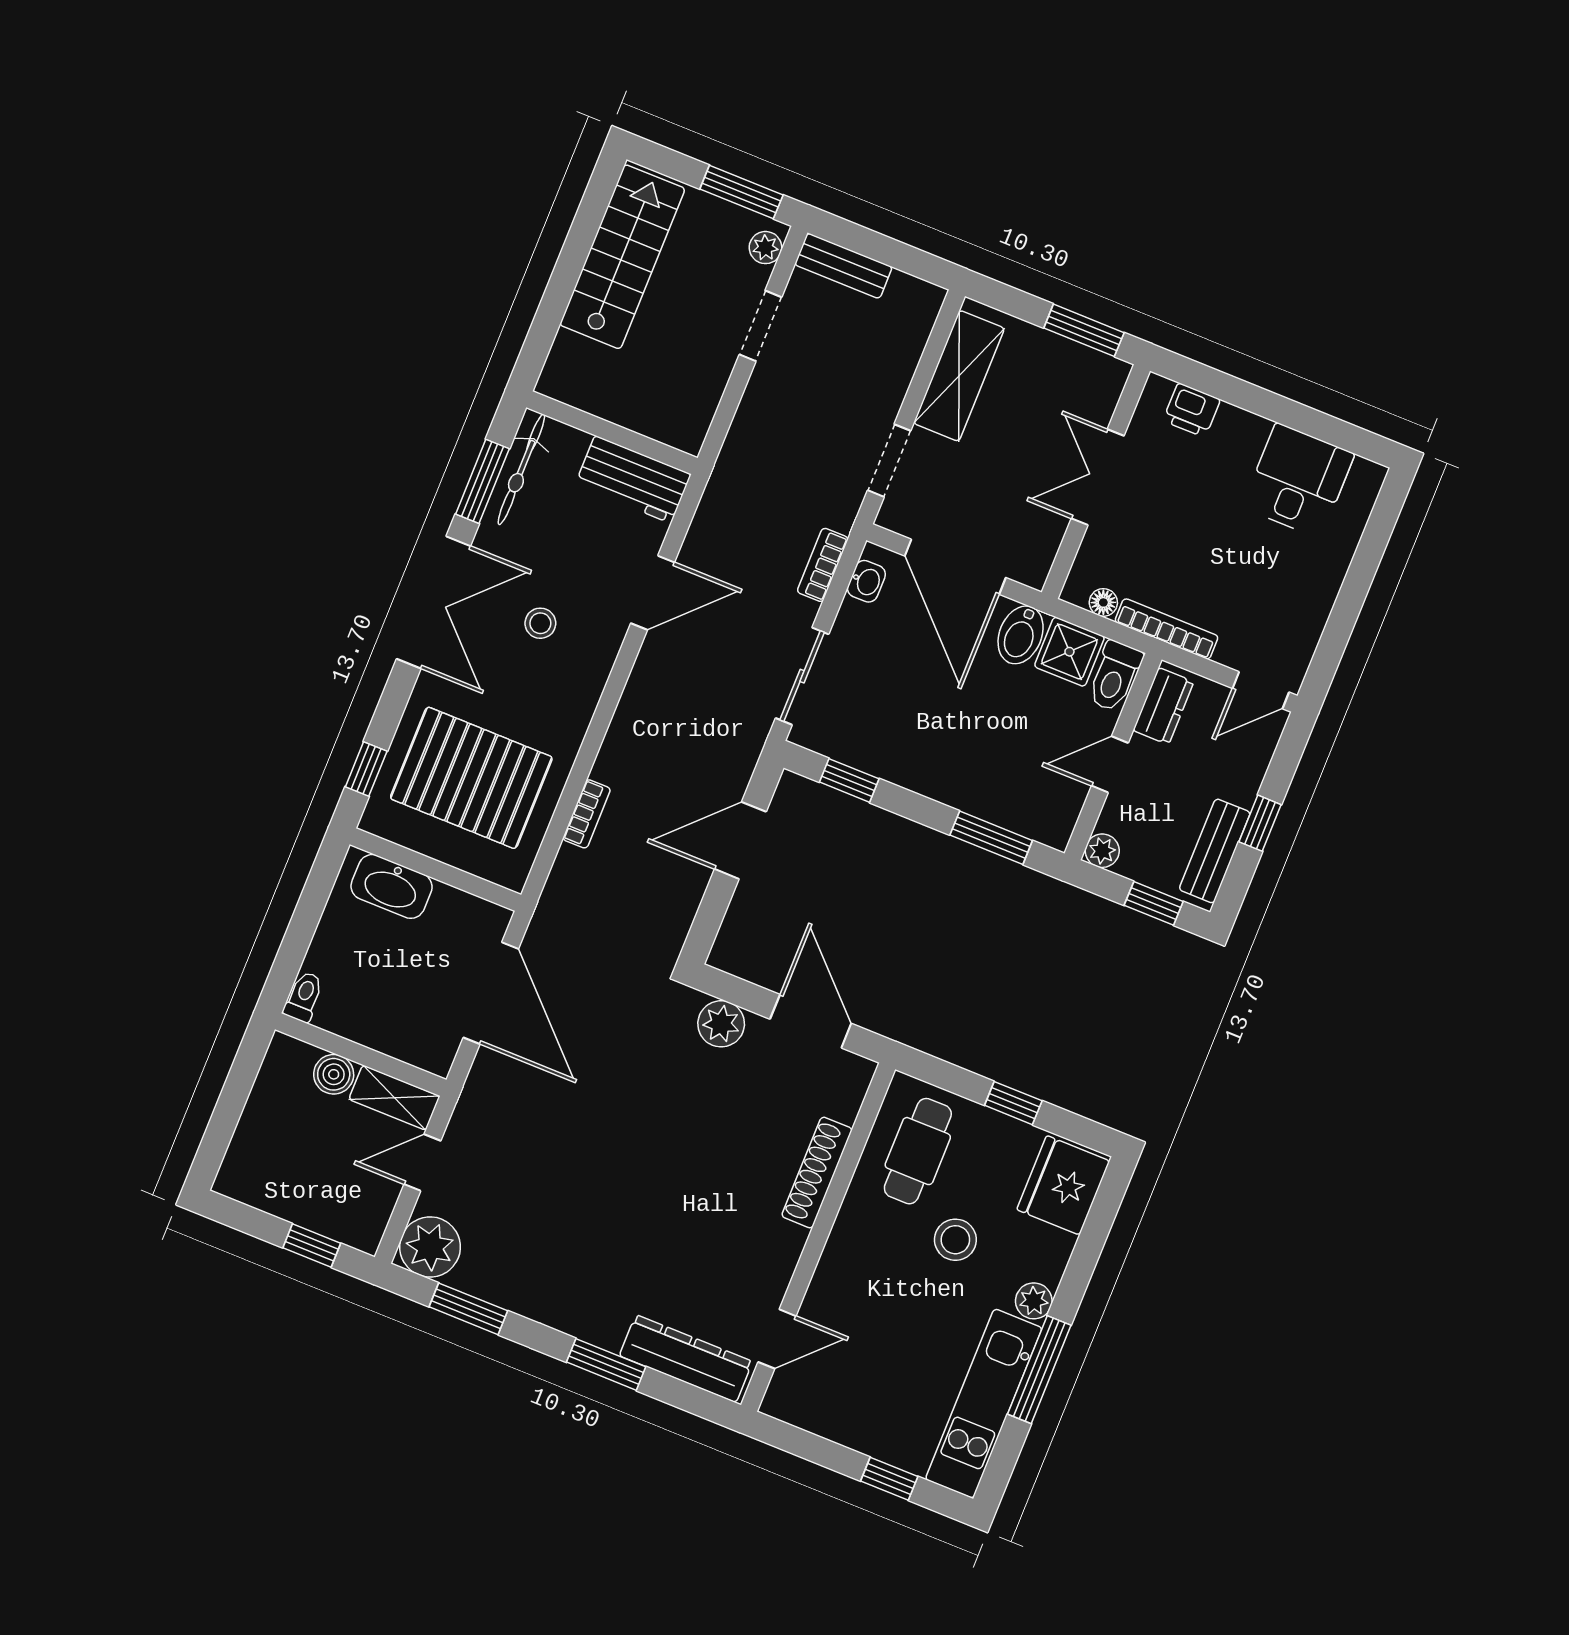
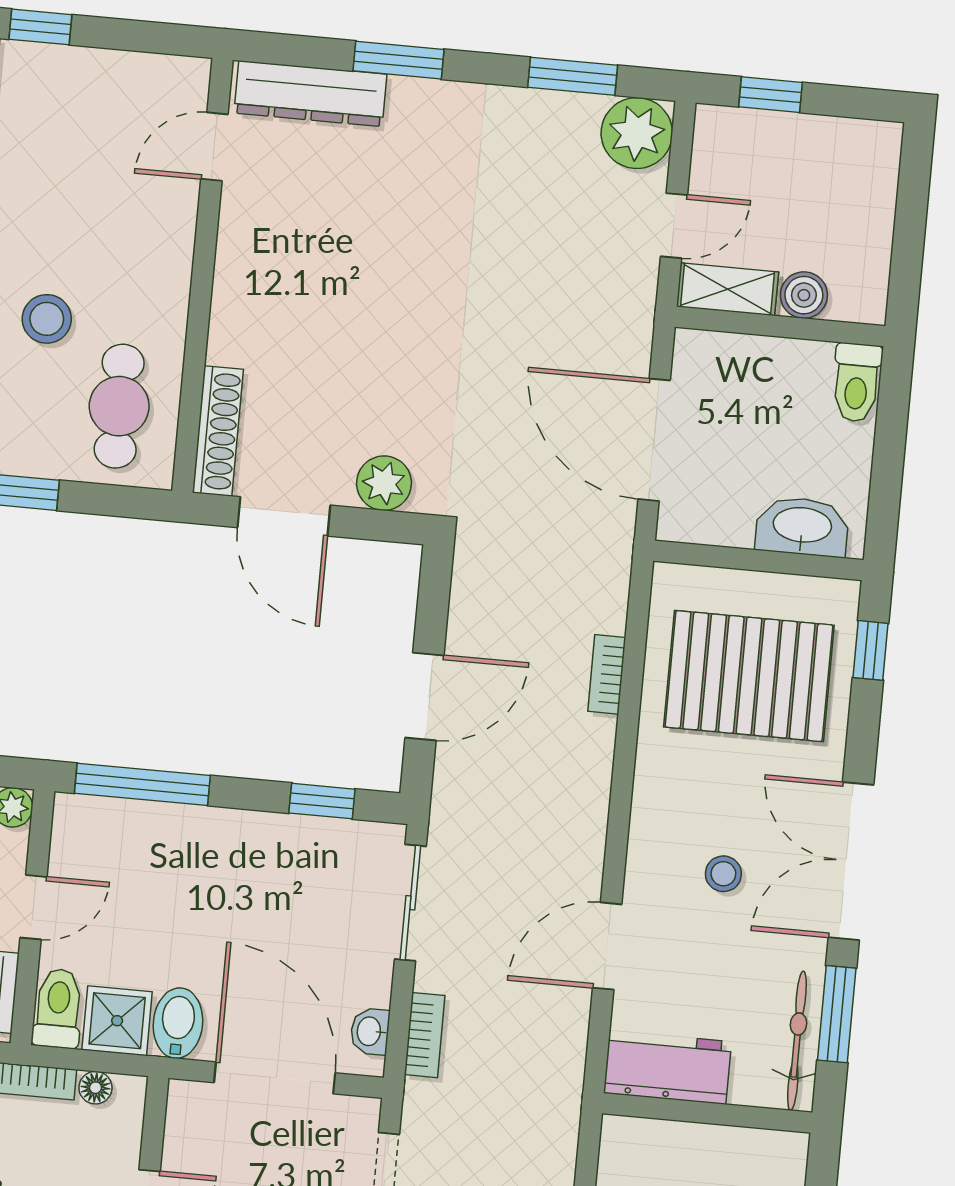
window: (991, 838) -> (142, 784), width x1.44
toilet: (304, 997) -> (857, 383), width x1.37, depth x1.39
shoe rack: (817, 1173) -> (218, 431), moved

